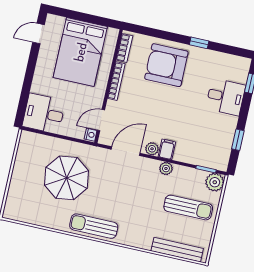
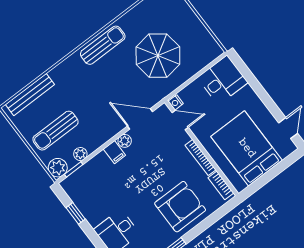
door: (101, 120) -> (180, 120), hinge flipped
door: (126, 151) -> (140, 119), swing flipped
plant: (166, 168) -> (80, 154), moved

